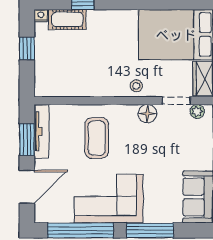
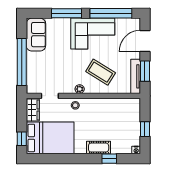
cot: (67, 20) -> (99, 148), moved
plant: (197, 111) -> (80, 89), moved
floor lamp: (147, 114) -> (68, 88), removed
coffee table: (97, 138) -> (101, 72), turned -58

